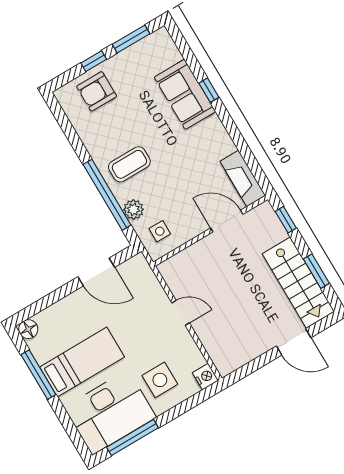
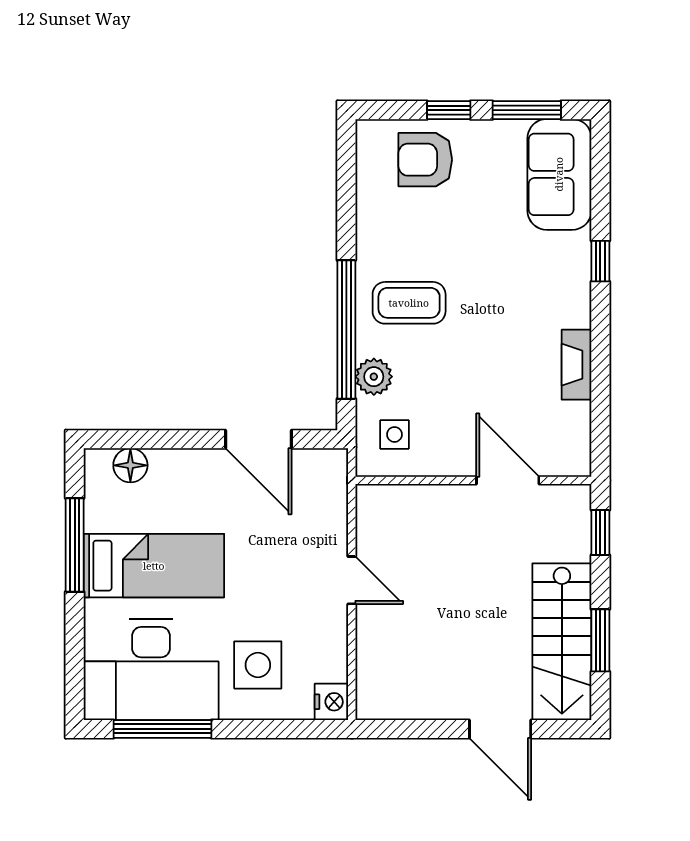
sofa: (185, 94) -> (559, 174), moved
fireplace: (243, 178) -> (577, 365), moved, width x0.73, depth x0.76
floor lamp: (28, 329) -> (130, 465), moved

